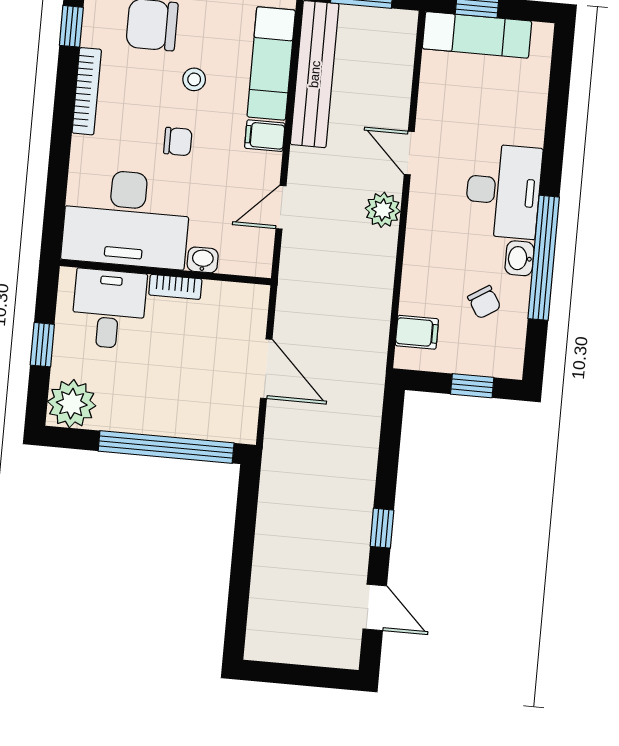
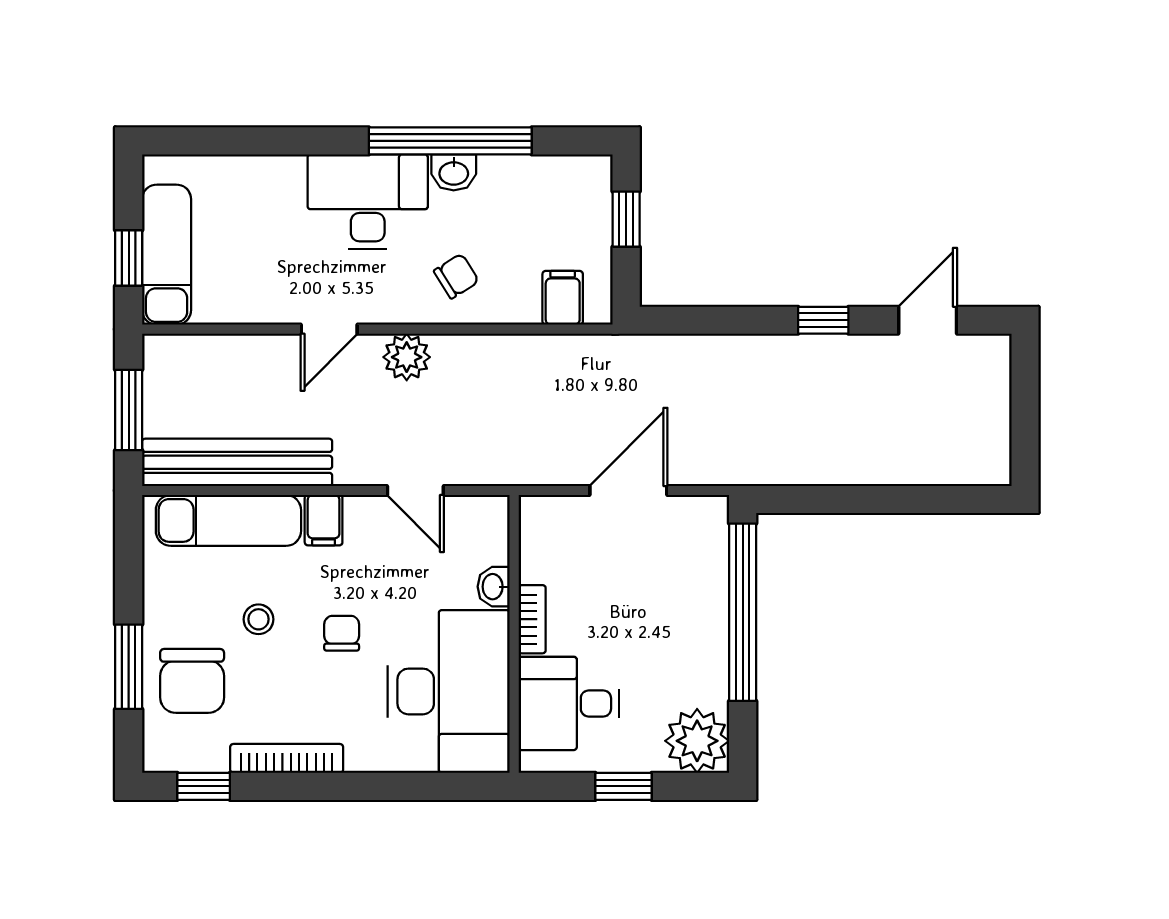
chair: (484, 302) -> (456, 276), moved

